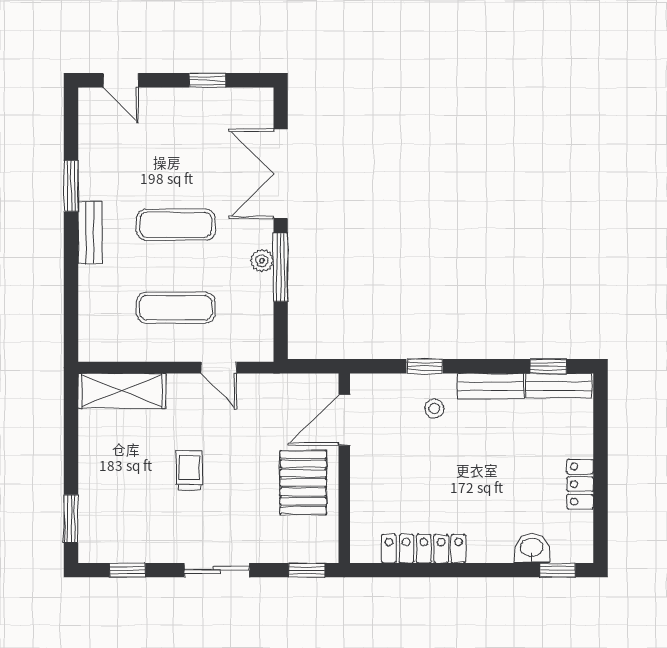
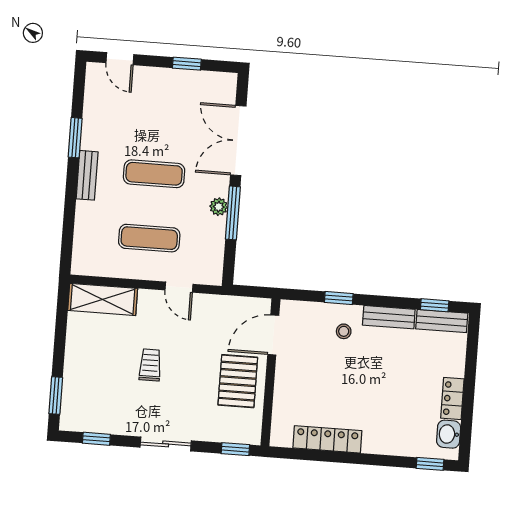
washbasin: (532, 548) -> (449, 434), moved, turned -90

